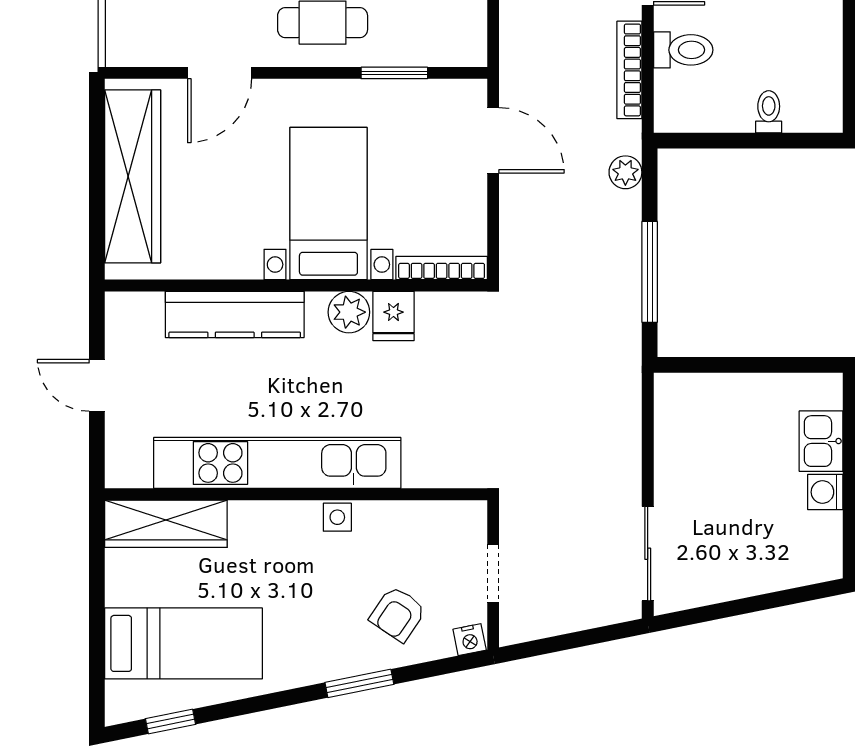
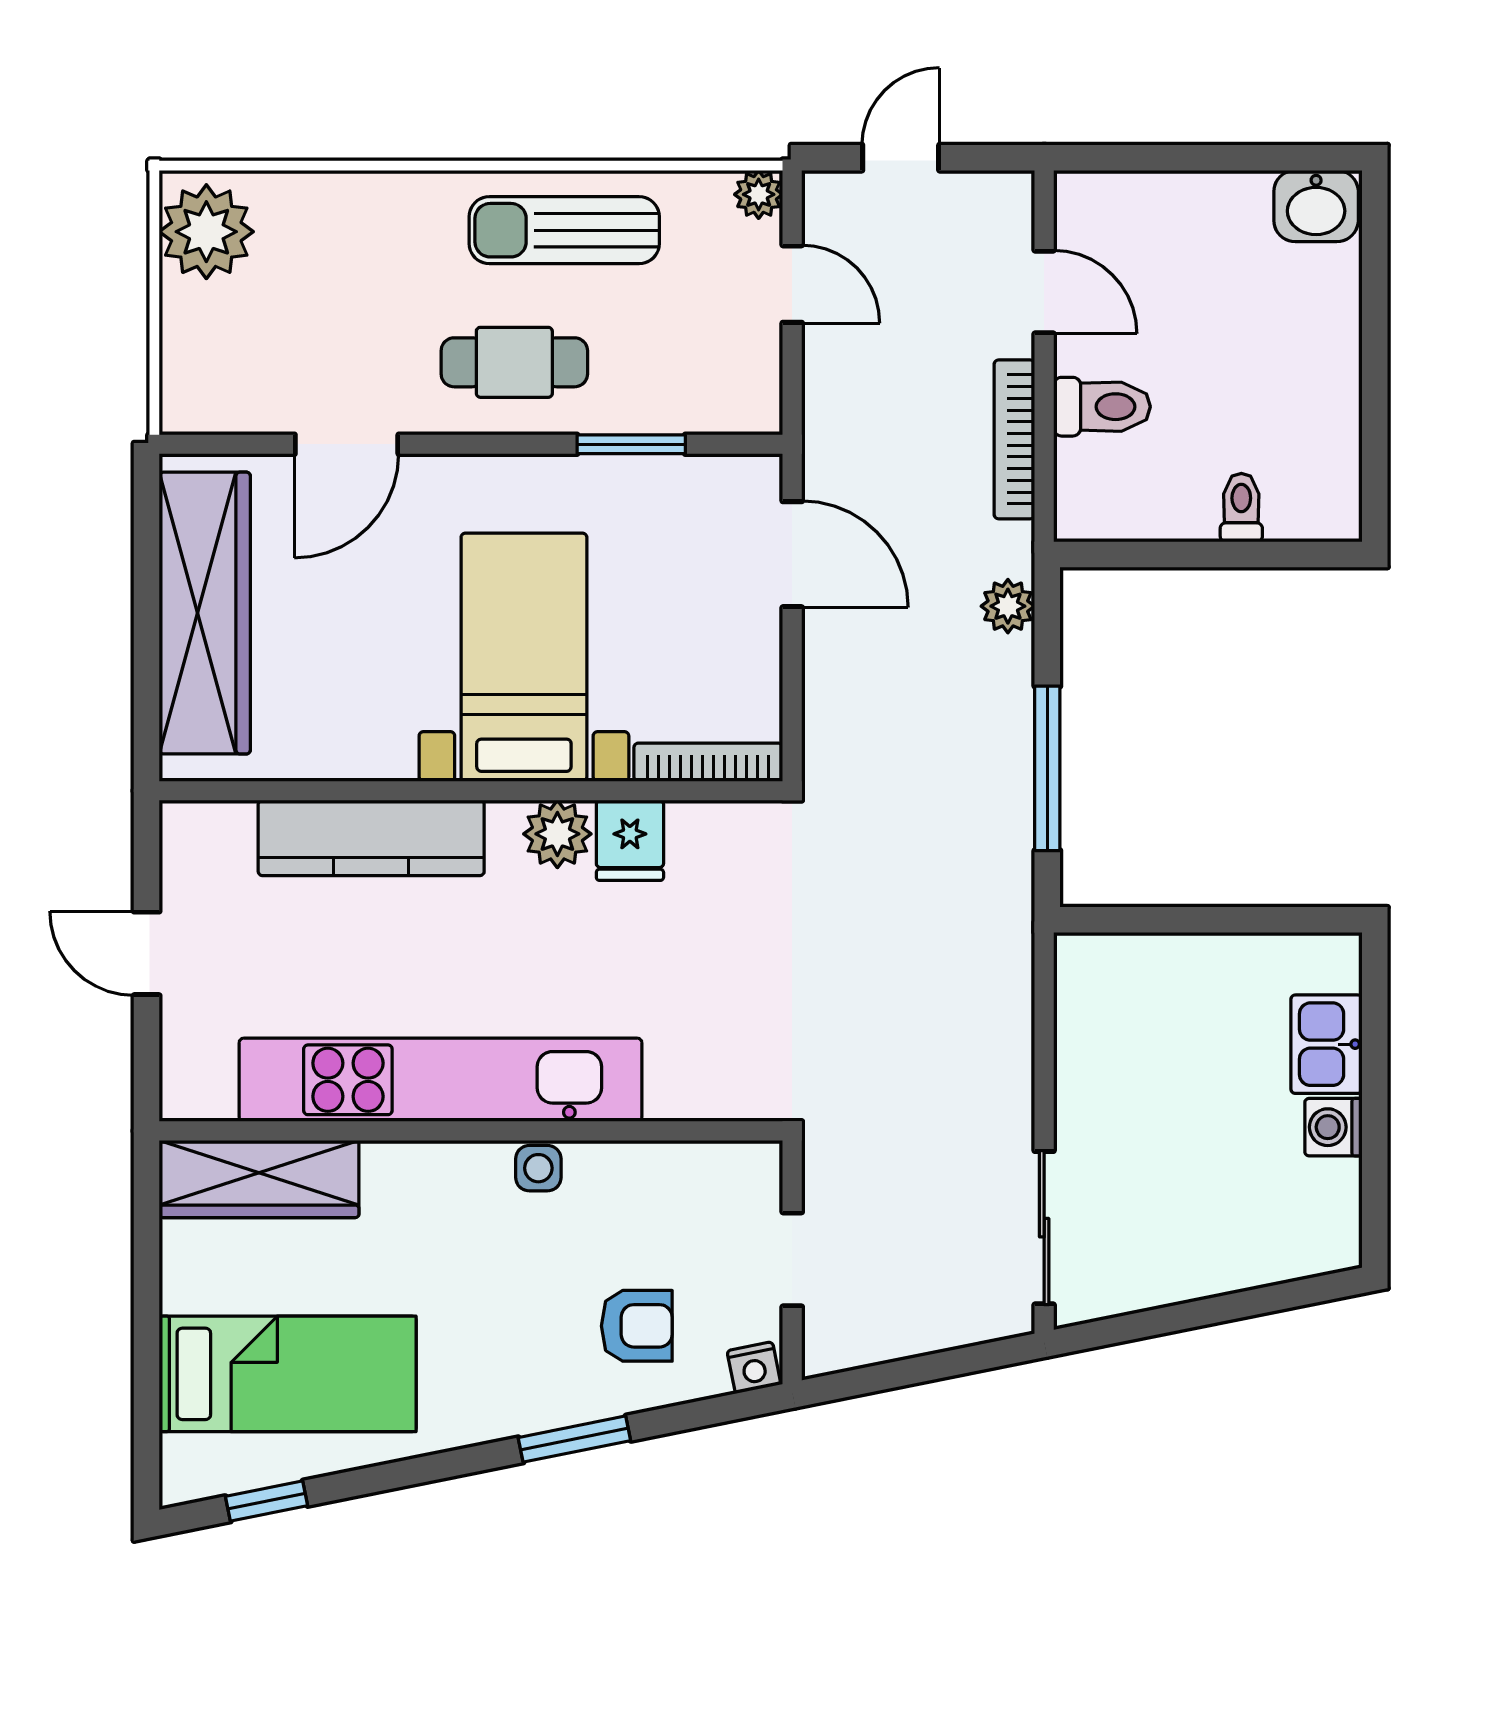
armchair: (398, 614) -> (637, 1326), turned -124

